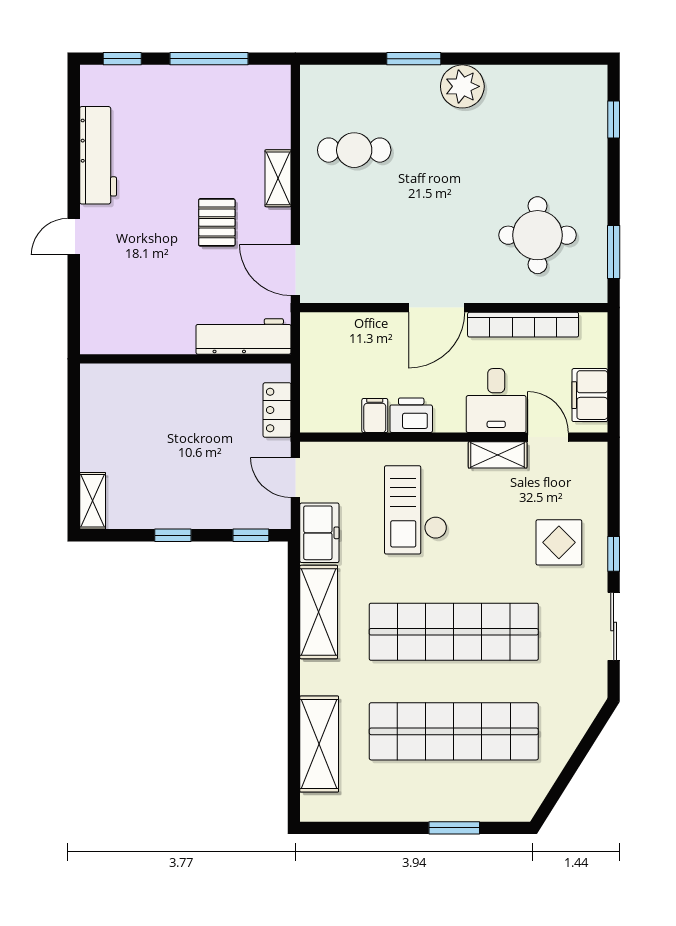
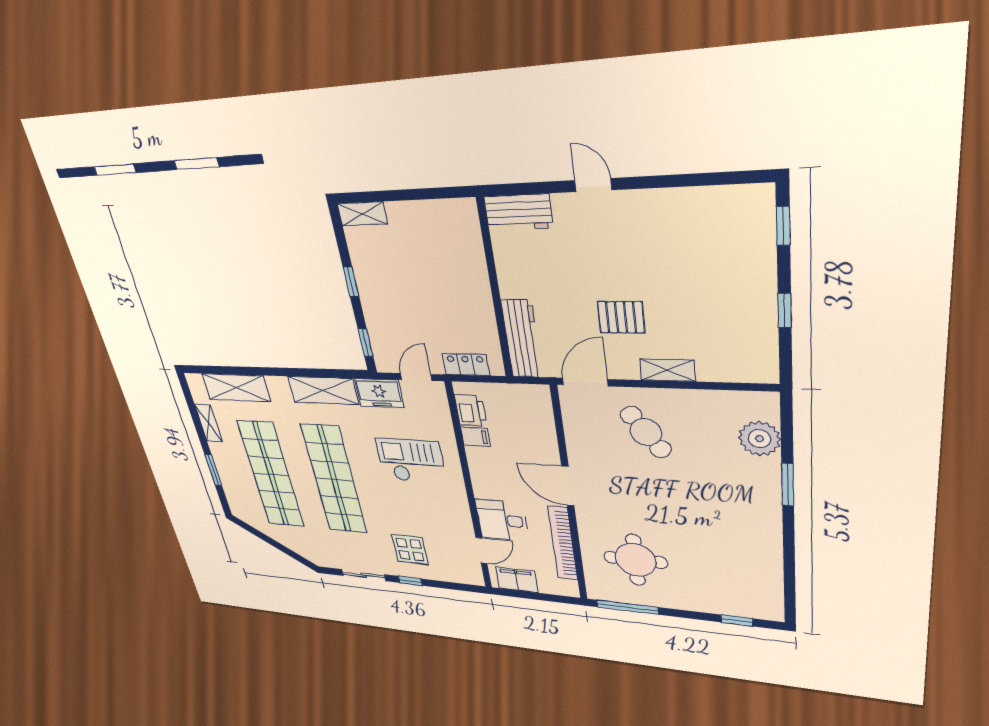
window: (209, 59) -> (785, 310), width x0.46
plant: (462, 86) -> (759, 439), moved
cafe table: (354, 150) -> (646, 432), moved, turned -35
workbench: (98, 155) -> (518, 212), moved, width x0.73
window: (614, 252) -> (627, 607), width x1.44
printer: (411, 415) -> (470, 411), moved
shelving: (498, 455) -> (208, 423), moved

